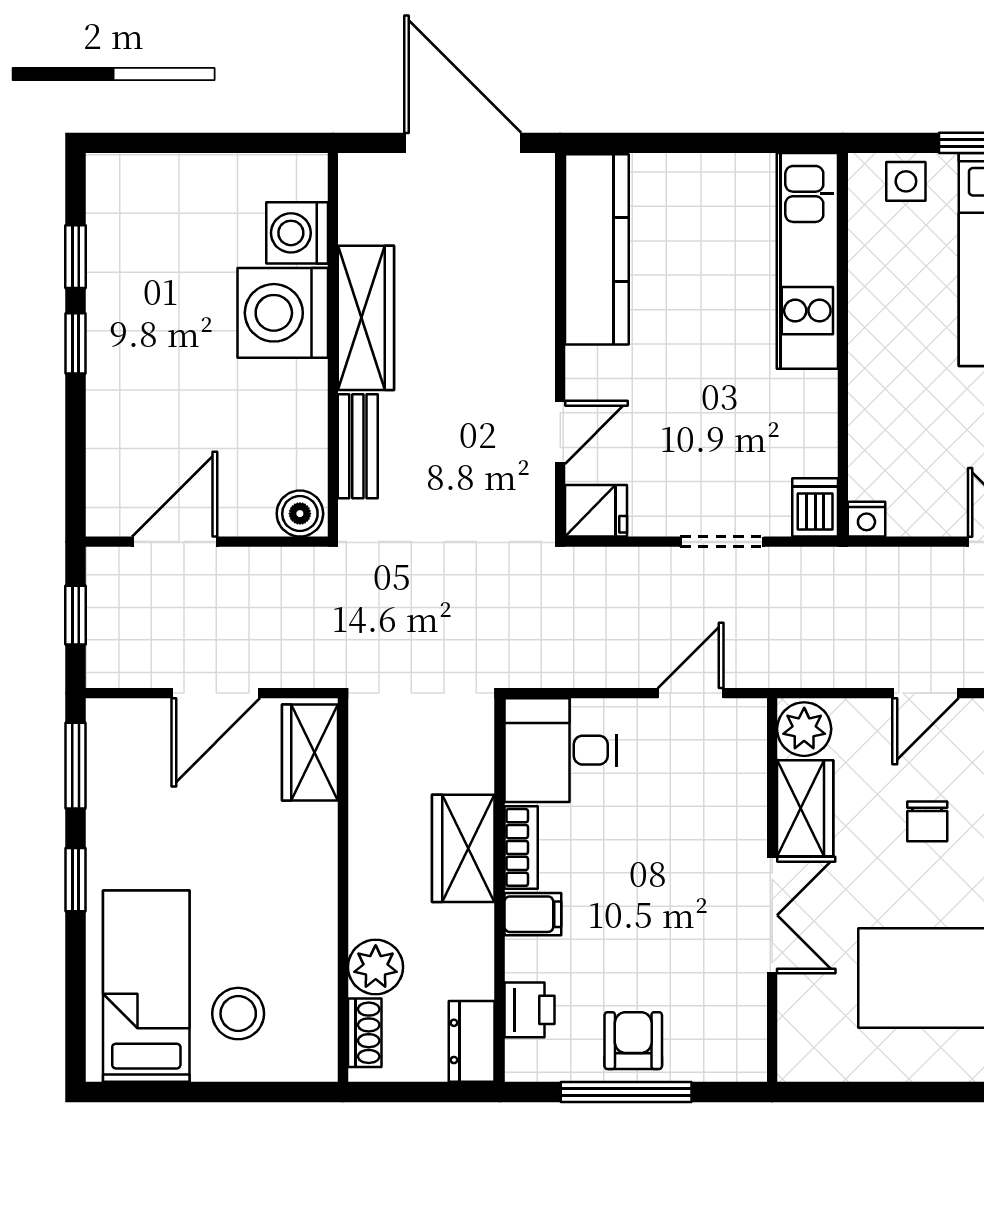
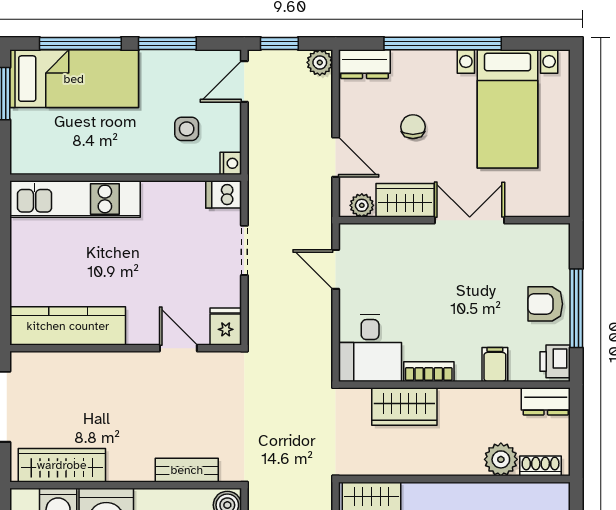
side table: (906, 181) -> (187, 129), moved
wardrobe: (366, 318) -> (62, 465), moved
door: (926, 693) -> (336, 157), moved
plant: (804, 729) -> (362, 205), width x0.73, depth x0.73
chair: (927, 821) -> (413, 127), turned -90
wardrobe: (463, 848) -> (404, 407), moved
filing cabinet: (533, 914) -> (495, 365), moved
printer: (529, 1010) -> (555, 361), moved, turned -90

